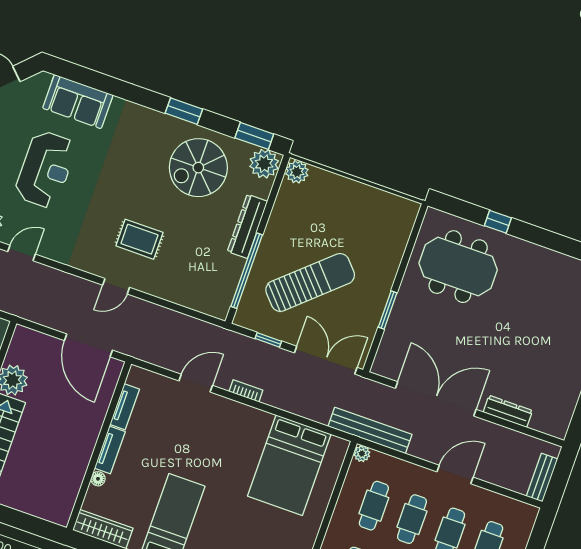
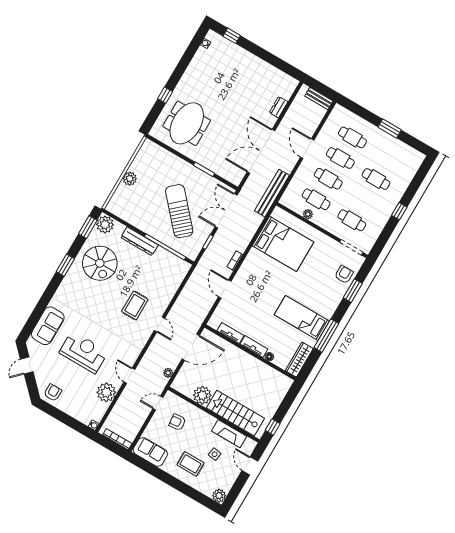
plant: (297, 172) -> (130, 179), moved
plant: (39, 316) -> (168, 373), added
dresser: (508, 411) -> (279, 107), width x0.70
plant: (362, 454) -> (308, 214), moved

